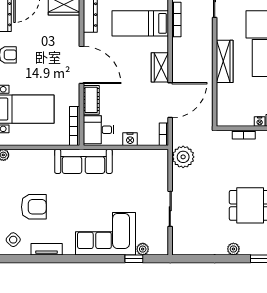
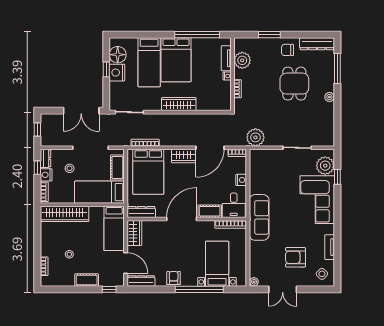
bed: (140, 23) -> (148, 172), width x1.50
door: (170, 100) -> (210, 148), swing flipped
armchair: (34, 207) -> (296, 257), turned -90
plant: (143, 249) -> (325, 166), width x1.87, depth x1.87

